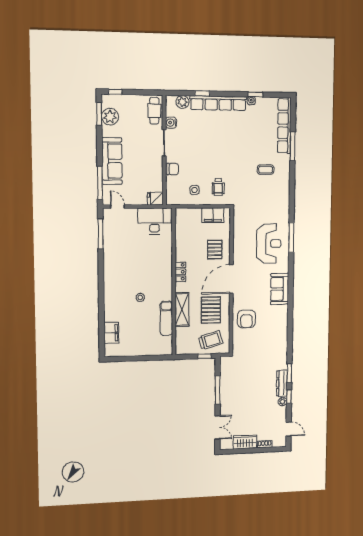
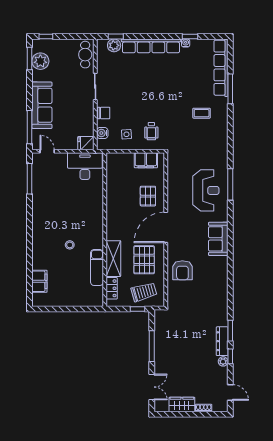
window: (202, 93) -> (116, 37), moved
water cooler: (171, 123) -> (102, 133), moved
locker: (180, 272) -> (112, 288), moved

